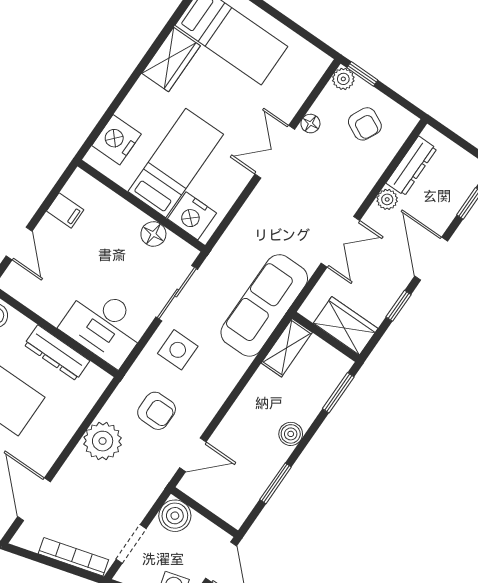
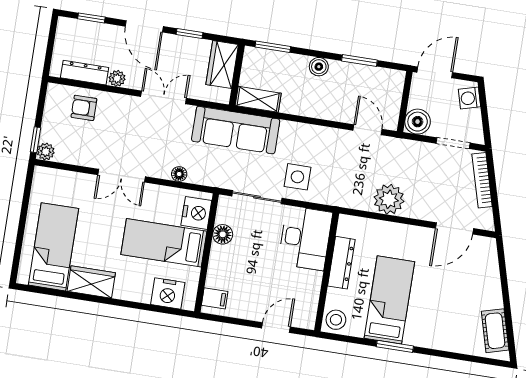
floor lamp: (310, 124) -> (179, 174), moved
armchair: (365, 124) -> (84, 108), moved, turned -116
filing cabinet: (65, 210) -> (215, 298), moved, turned 90
door: (431, 259) -> (144, 26), hinge flipped
armchair: (157, 411) -> (349, 171), removed

